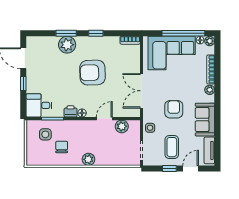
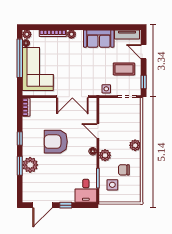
armchair: (92, 73) -> (56, 142), turned 92
armchair: (174, 109) -> (89, 67), removed
printer: (71, 111) -> (91, 162), removed
plant: (122, 126) -> (105, 155), moved
window: (169, 169) -> (144, 82), moved

